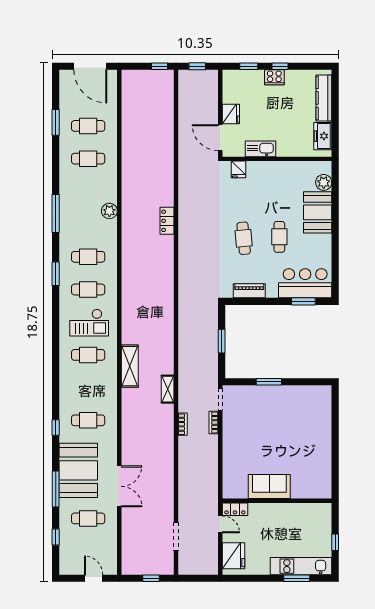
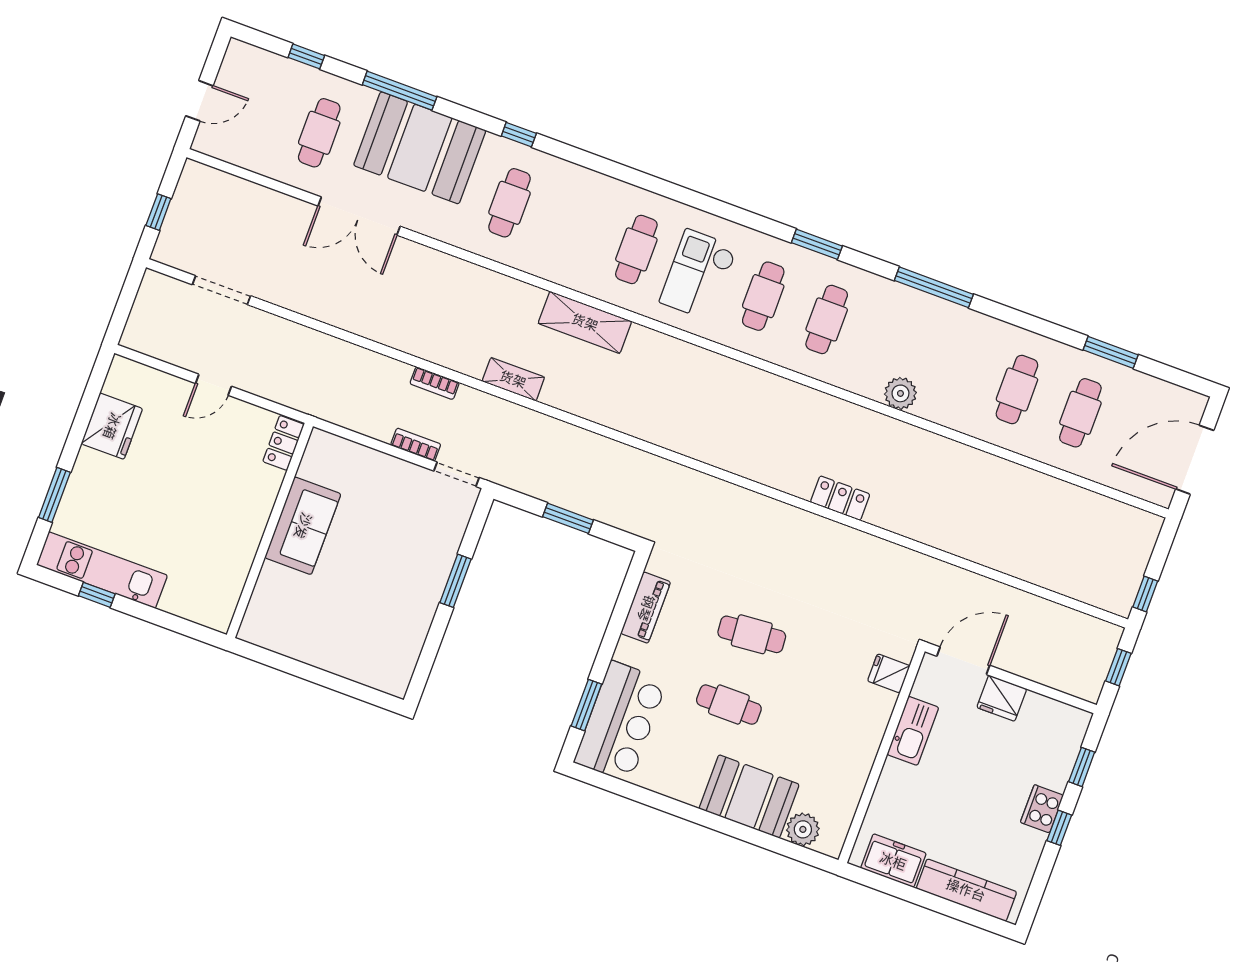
sofa: (269, 487) -> (303, 526), moved
wall: (277, 501) -> (270, 531), moved
locker: (235, 509) -> (283, 443), moved
fridge: (233, 556) -> (112, 426), moved, turned -90
kitchen unit: (301, 566) -> (102, 570), moved, turned -90

